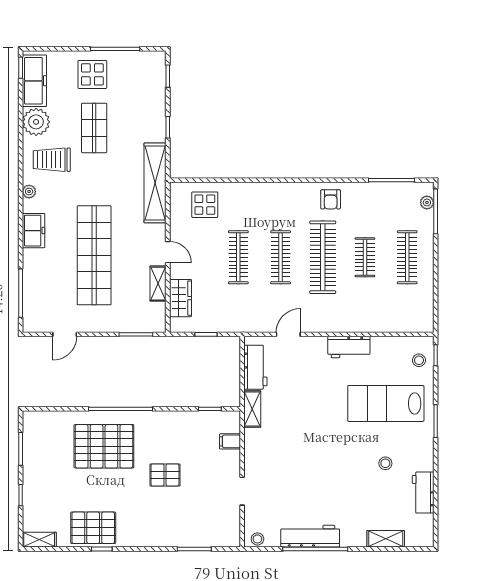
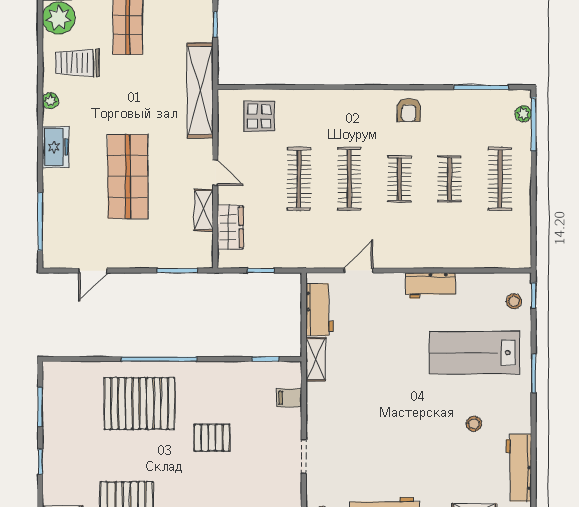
shop shelf: (94, 255) -> (128, 177), width x0.71
clothes rail: (323, 257) -> (400, 179), width x0.54, depth x0.76
workbench: (423, 493) -> (519, 468), width x1.38

